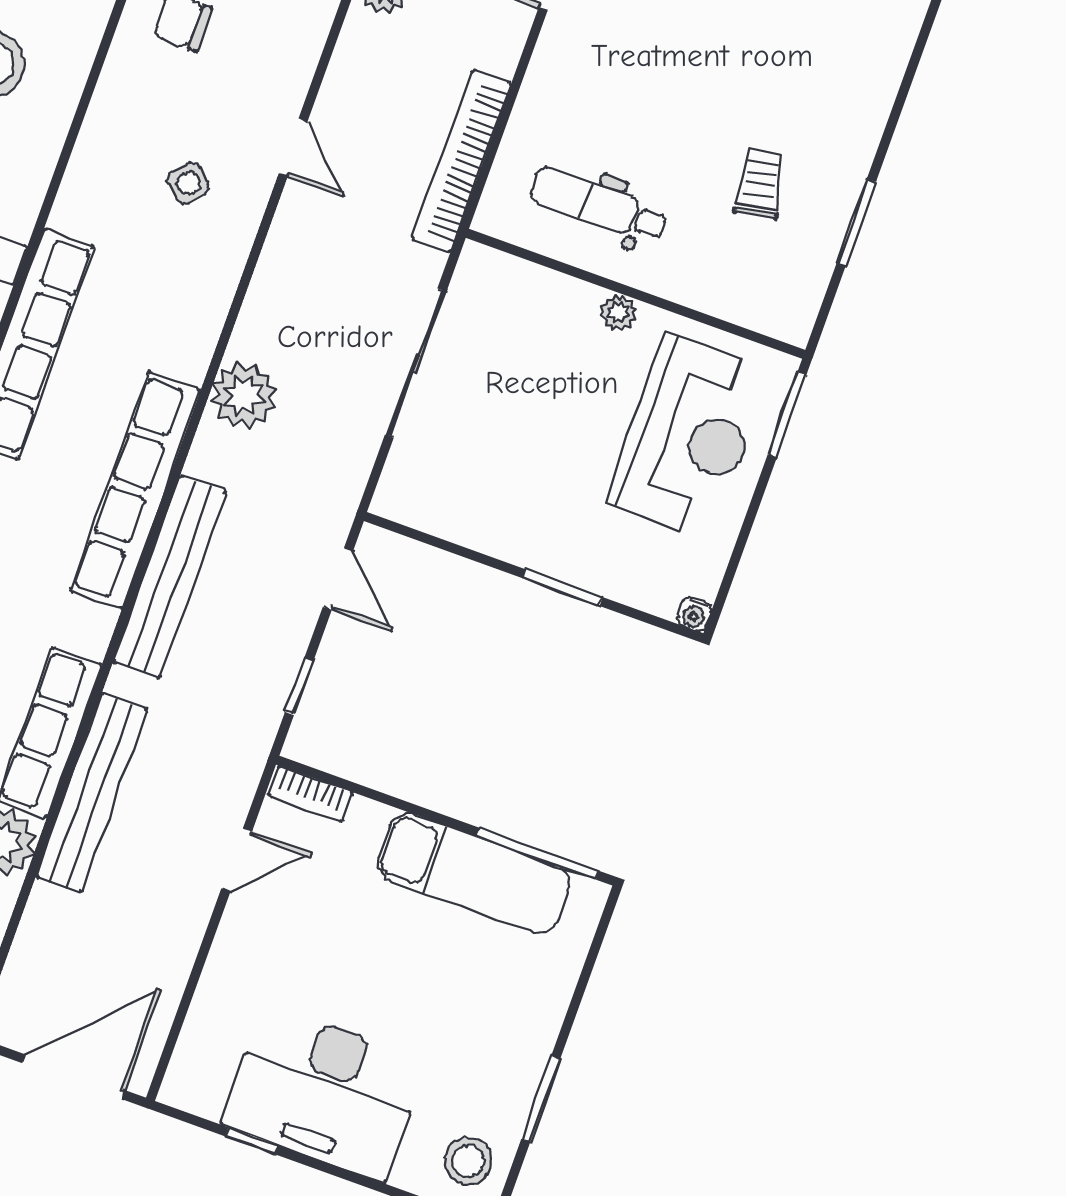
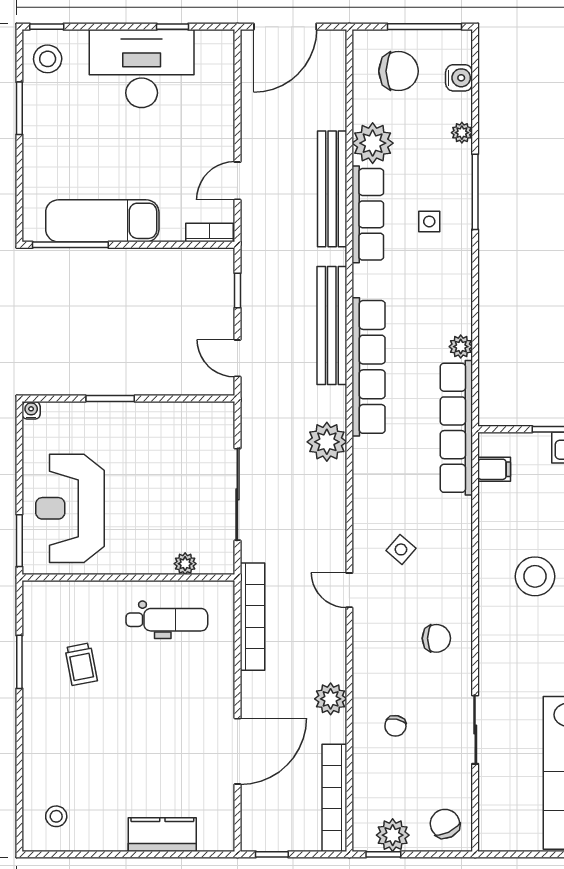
plant: (618, 312) -> (185, 564), moved

